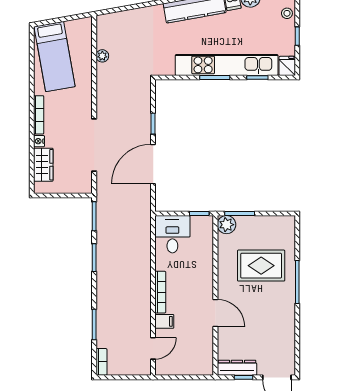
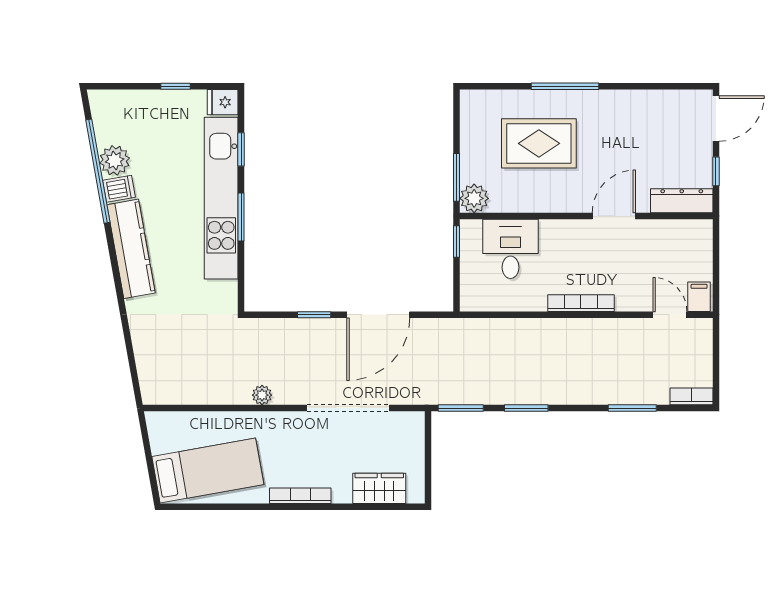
stool: (287, 13) -> (139, 103), removed
plant: (102, 56) -> (262, 395), moved
nightstand: (39, 141) -> (342, 495), removed
door: (153, 164) -> (378, 315), hinge flipped
desk: (172, 234) -> (510, 249), moved, turned 90
rug: (261, 266) -> (539, 143), turned 90
filing cabinet: (164, 321) -> (699, 297), moved
dresser: (237, 368) -> (682, 201), moved, turned 90

